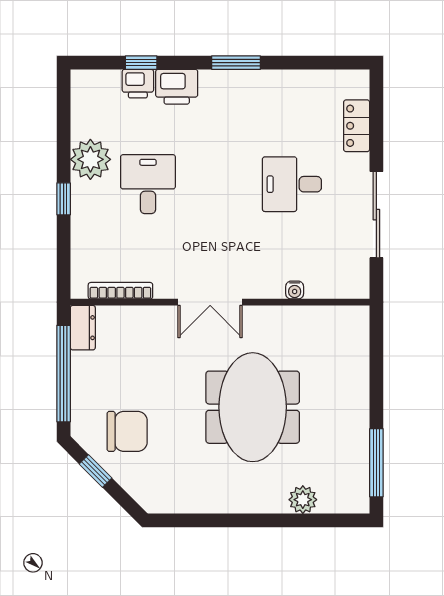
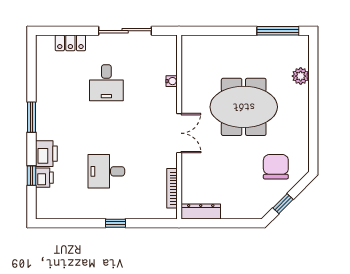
plant: (90, 159) -> (91, 207), removed
dresser: (83, 328) -> (201, 212), width x1.44
window: (64, 374) -> (223, 223), removed
chair: (127, 431) -> (276, 167), moved

